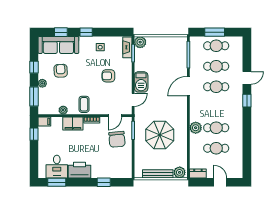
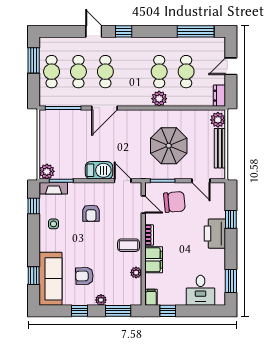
window: (86, 32) -> (34, 206), moved
window: (215, 32) -> (34, 60), moved
door: (188, 86) -> (105, 108), hinge flipped
window: (247, 155) -> (196, 31), added
door: (133, 160) -> (201, 181), added
desk: (57, 167) -> (200, 290), moved, turned 90
printer: (80, 170) -> (215, 234), moved

